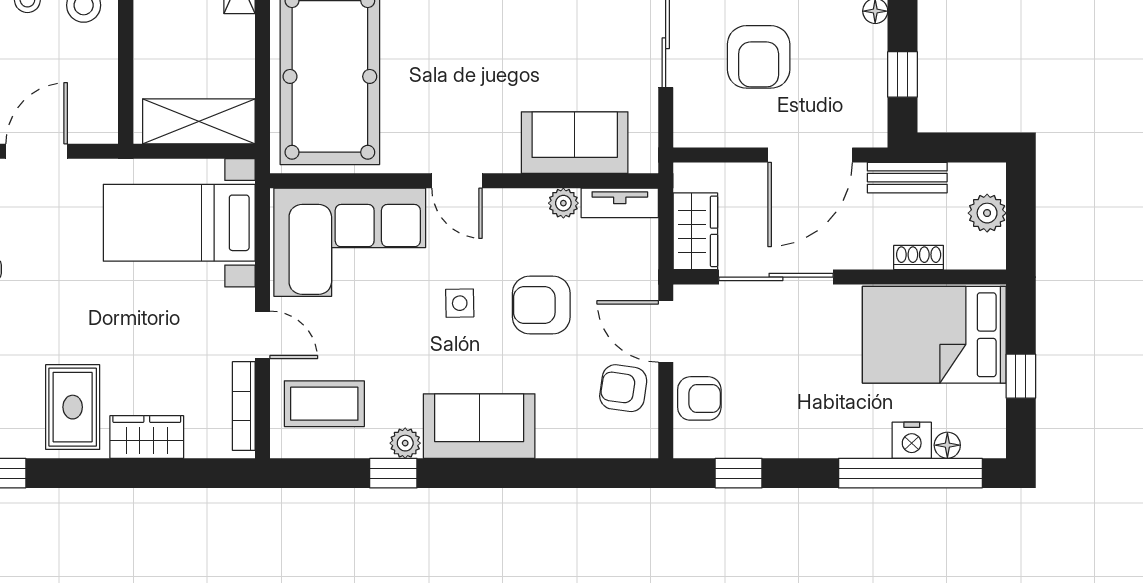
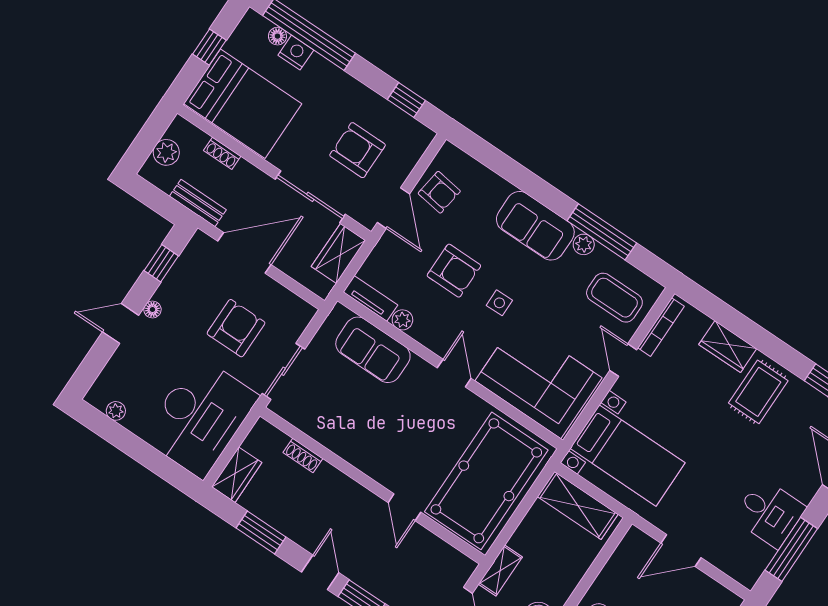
armchair: (699, 398) -> (358, 150), moved, width x1.38, depth x1.38
window: (393, 473) -> (602, 232), width x2.17

